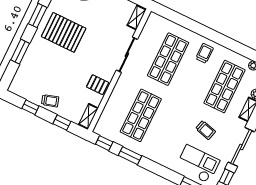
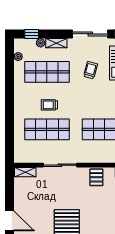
trolley: (205, 53) -> (49, 105), moved

